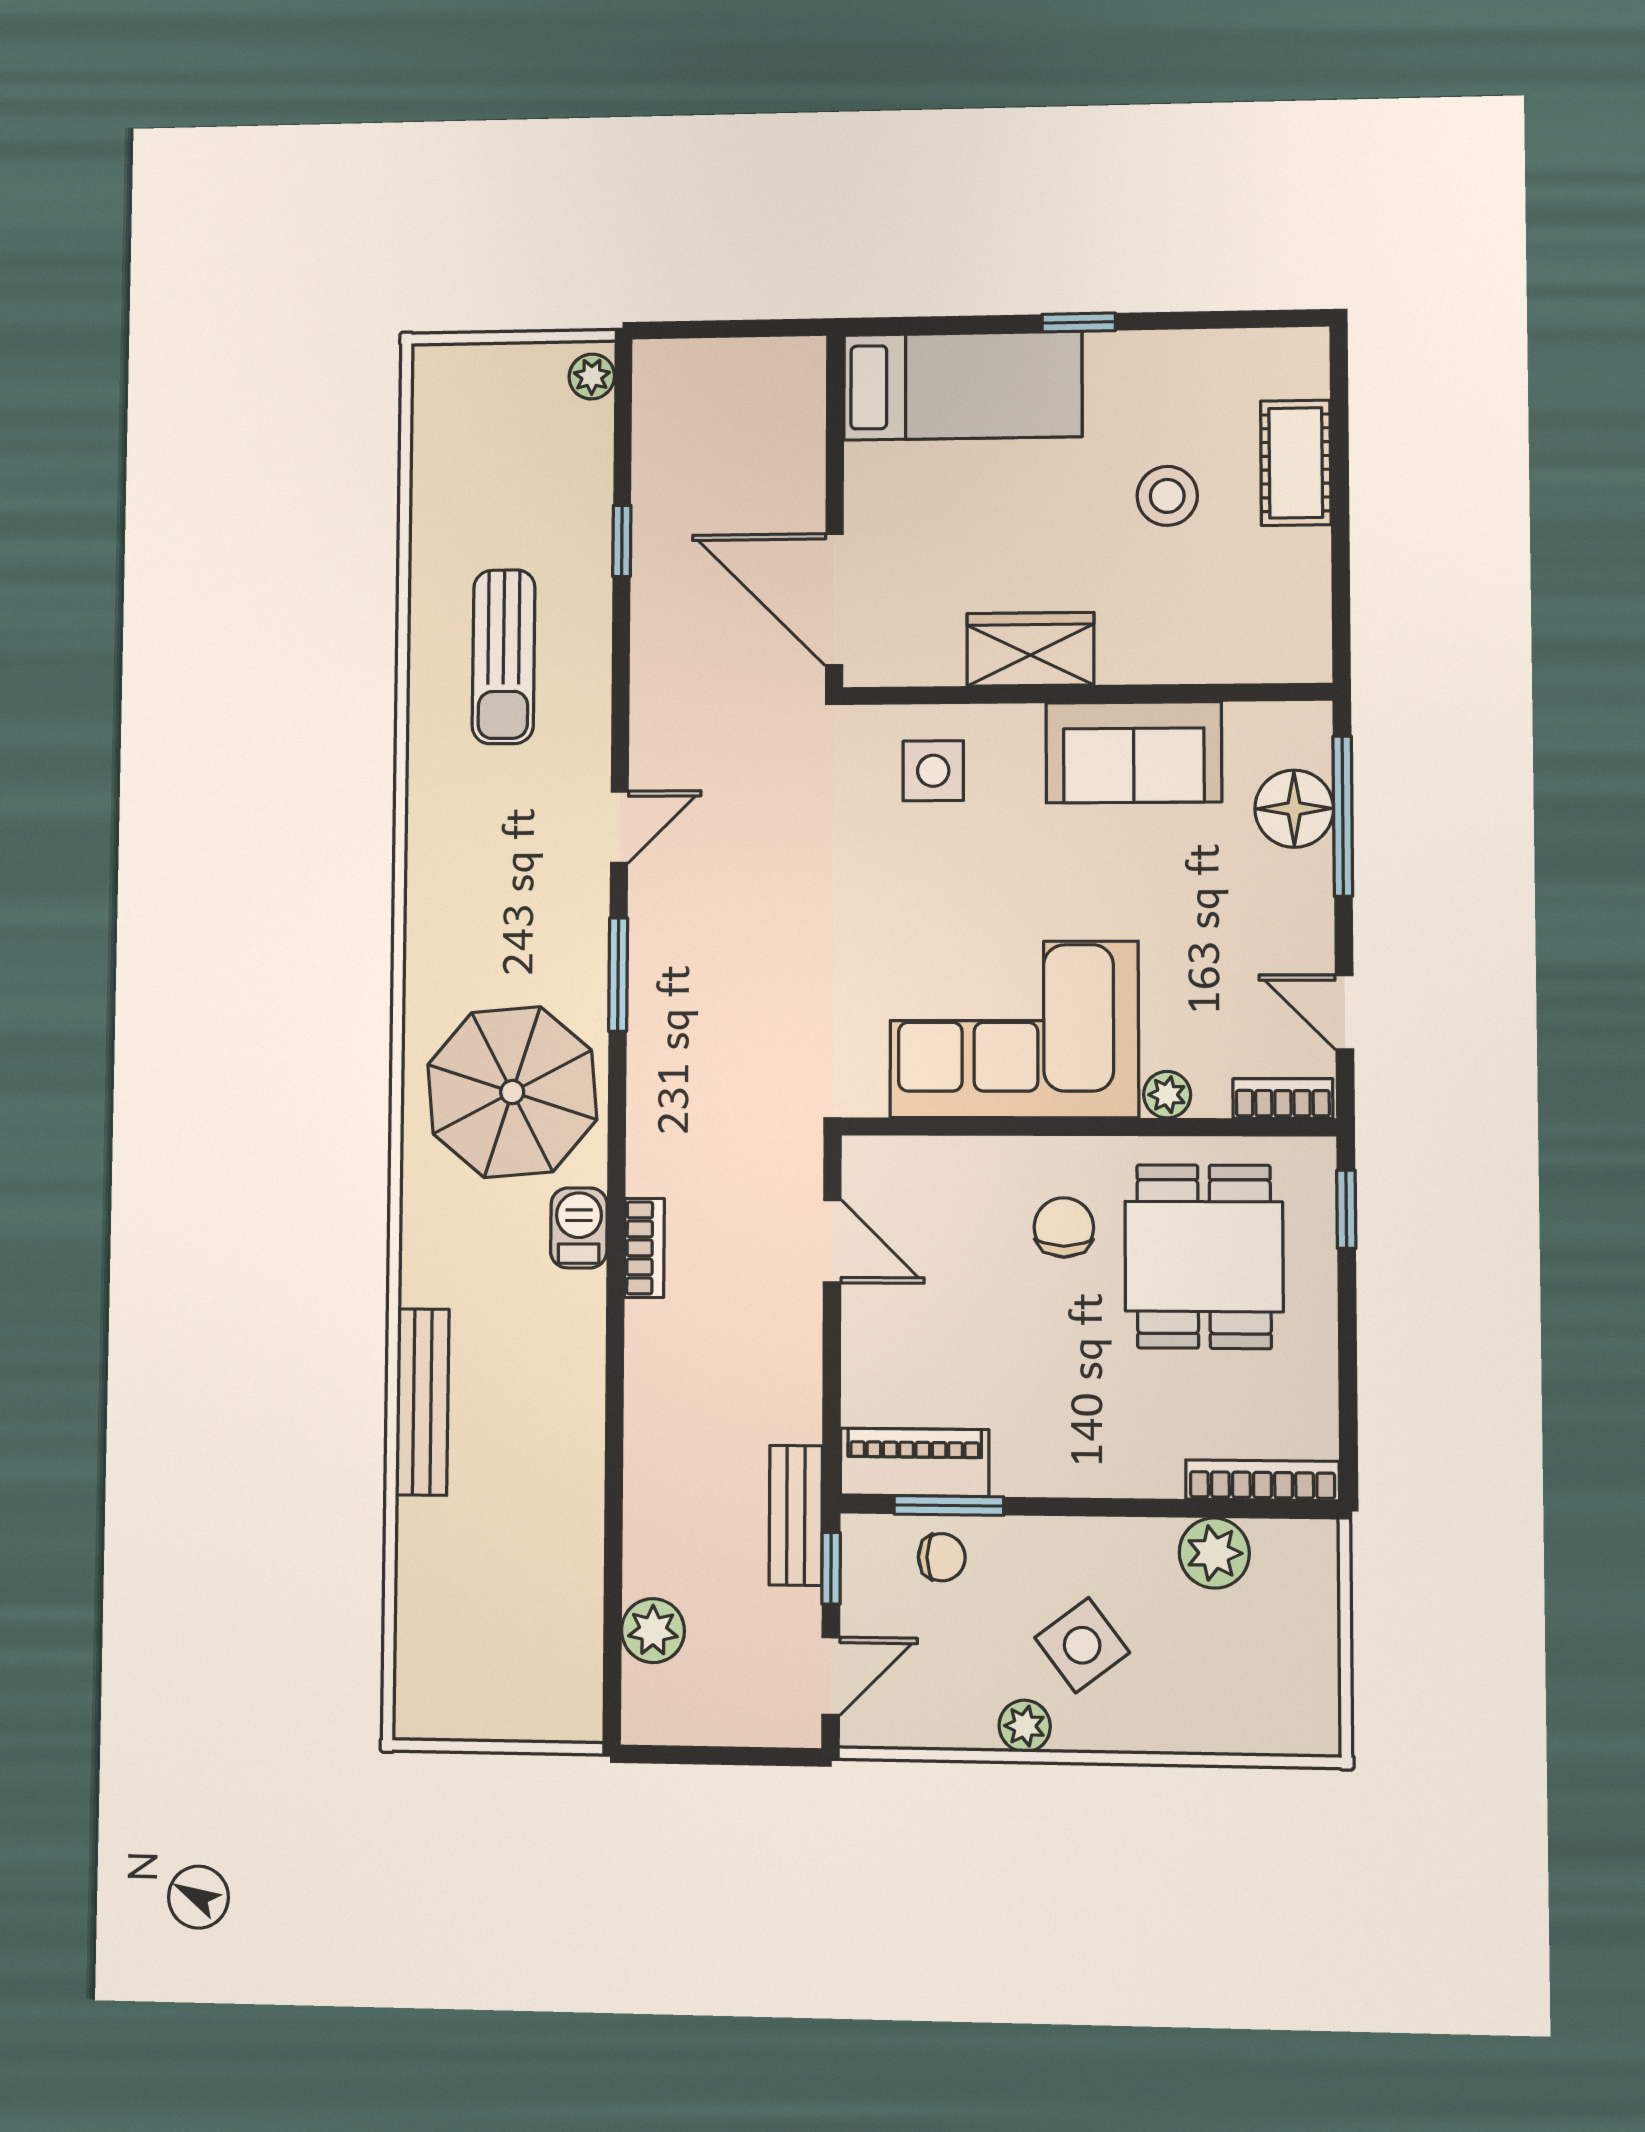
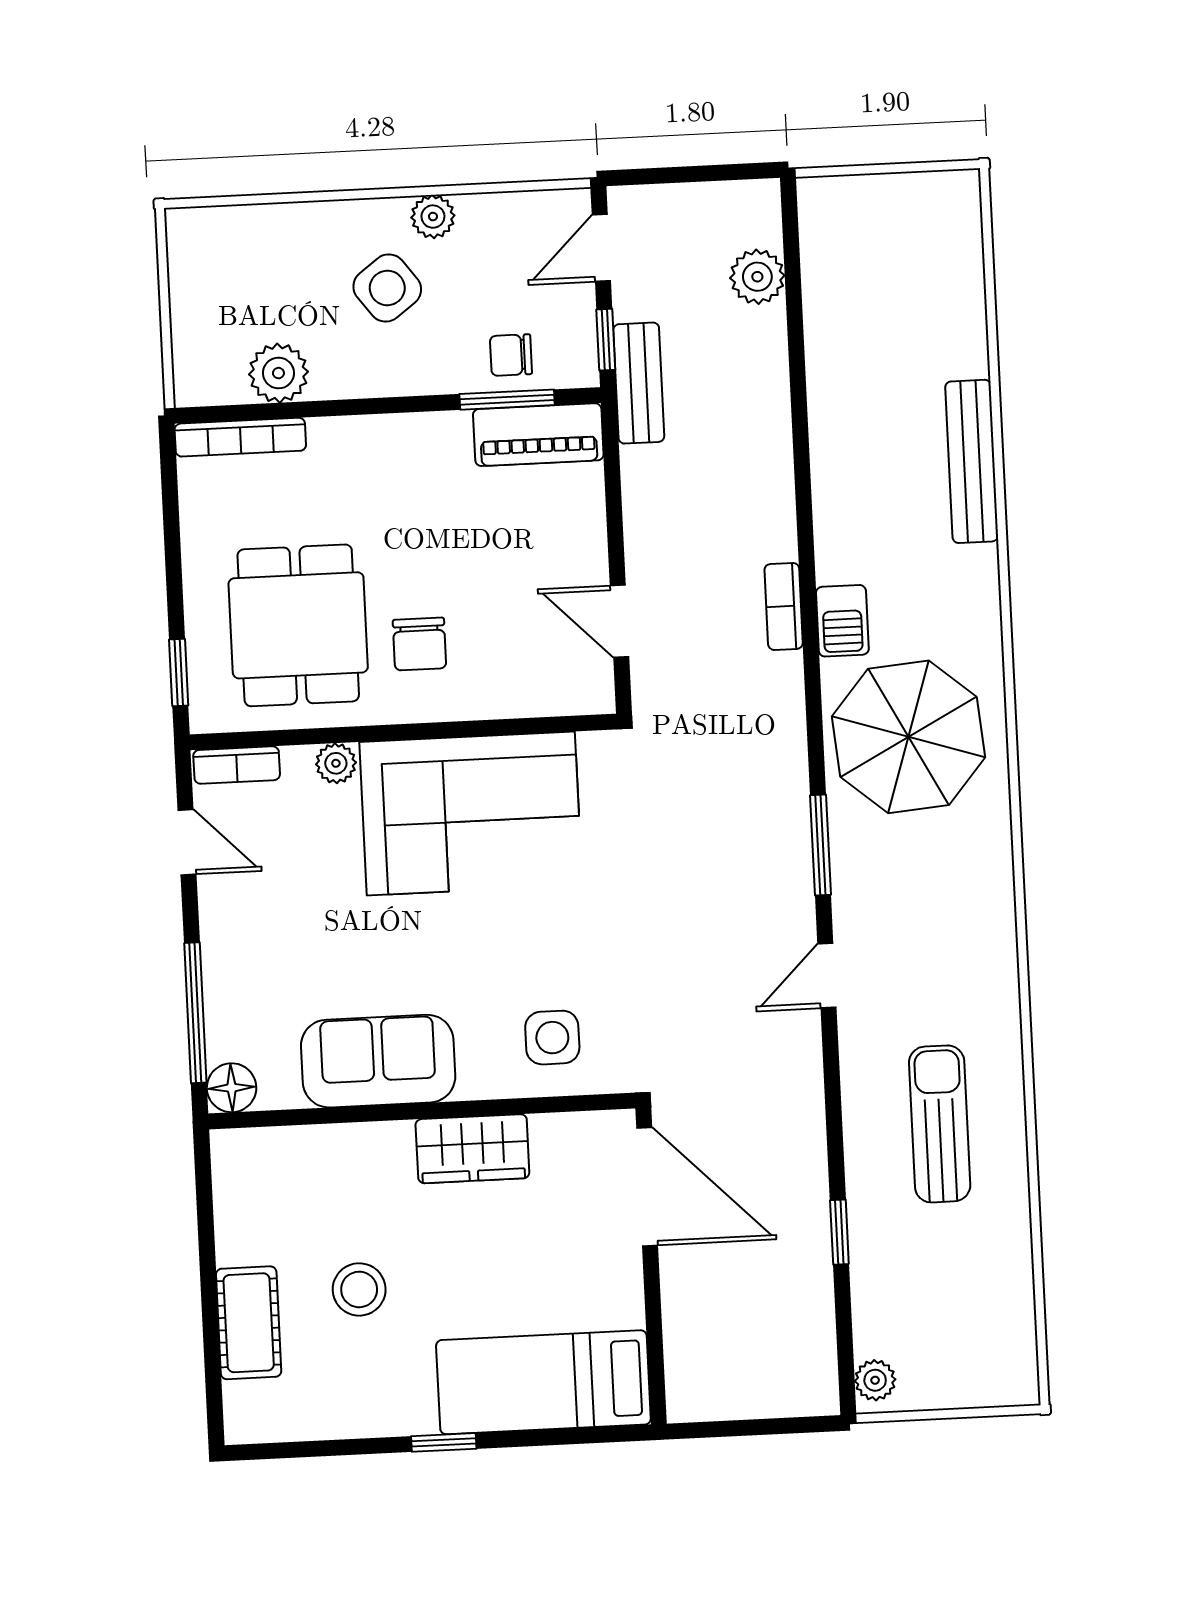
floor lamp: (1294, 809) -> (232, 1088), moved, width x0.73, depth x0.73

